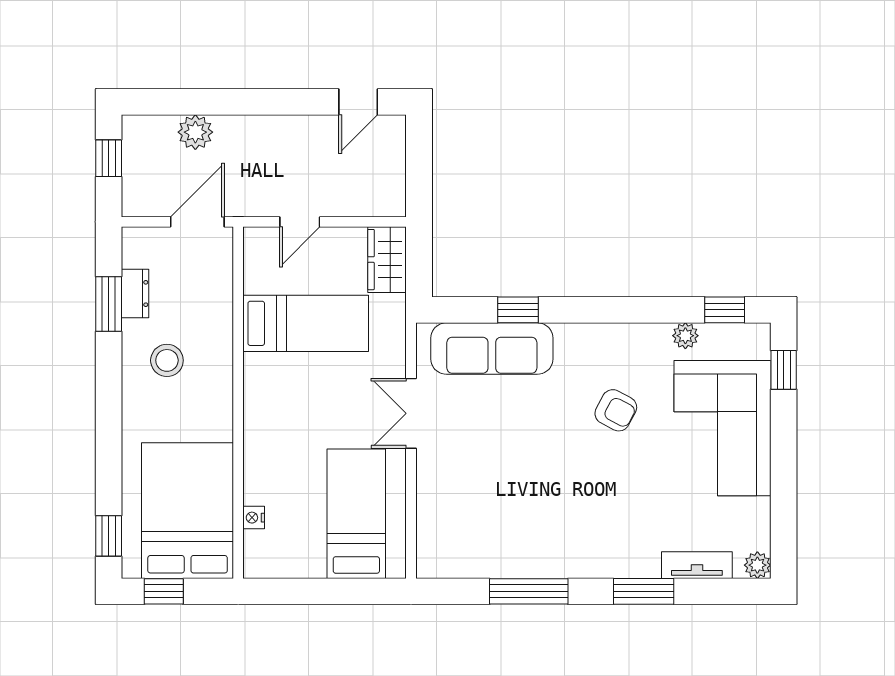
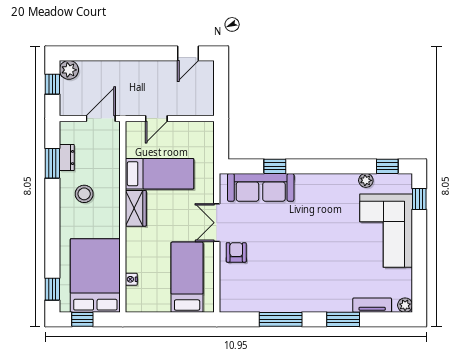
plant: (195, 132) -> (69, 70), moved
wardrobe: (387, 260) -> (136, 208), moved, turned 180
armchair: (616, 410) -> (236, 252), moved, turned -118

